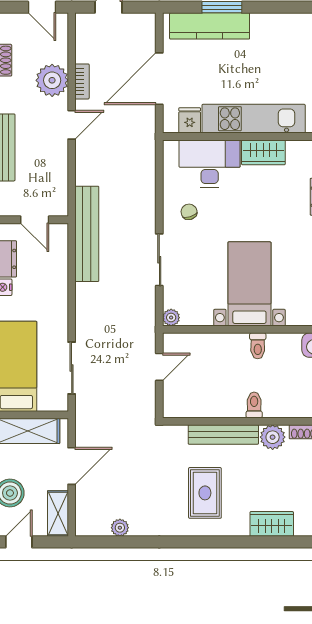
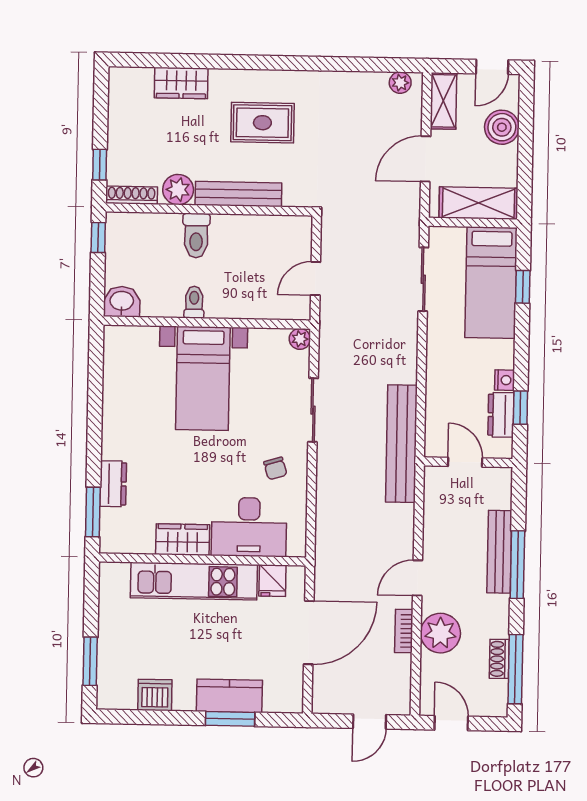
dishwasher: (284, 25) -> (155, 695), added
kitchen counter: (210, 26) -> (229, 696), width x0.67
toilet: (254, 405) -> (196, 236), width x1.37, depth x1.39
rug: (205, 493) -> (262, 123), turned 90
plant: (120, 528) -> (400, 83), moved

